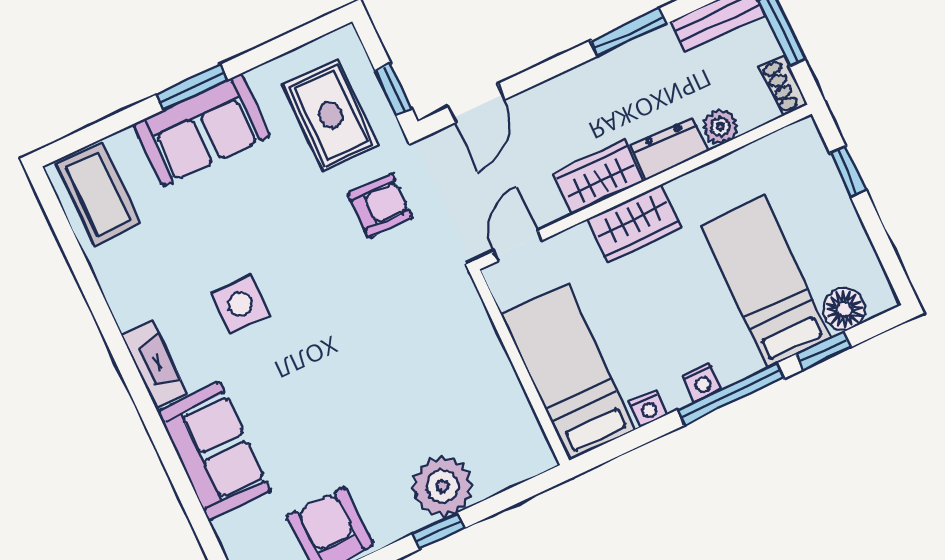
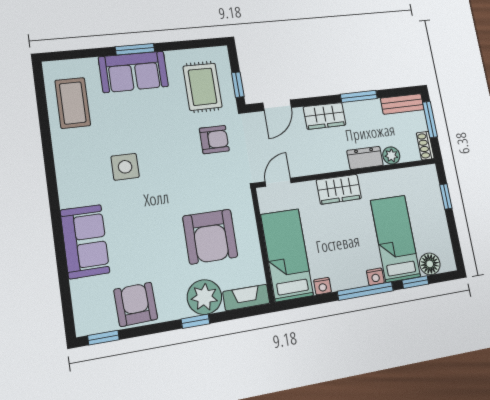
wardrobe: (599, 177) -> (325, 116), moved, turned 180
coffee table: (99, 194) -> (73, 103), moved
fireplace: (154, 364) -> (246, 297), moved, turned -90
armchair: (423, 380) -> (210, 237), added
nightstand: (702, 382) -> (375, 277), moved

